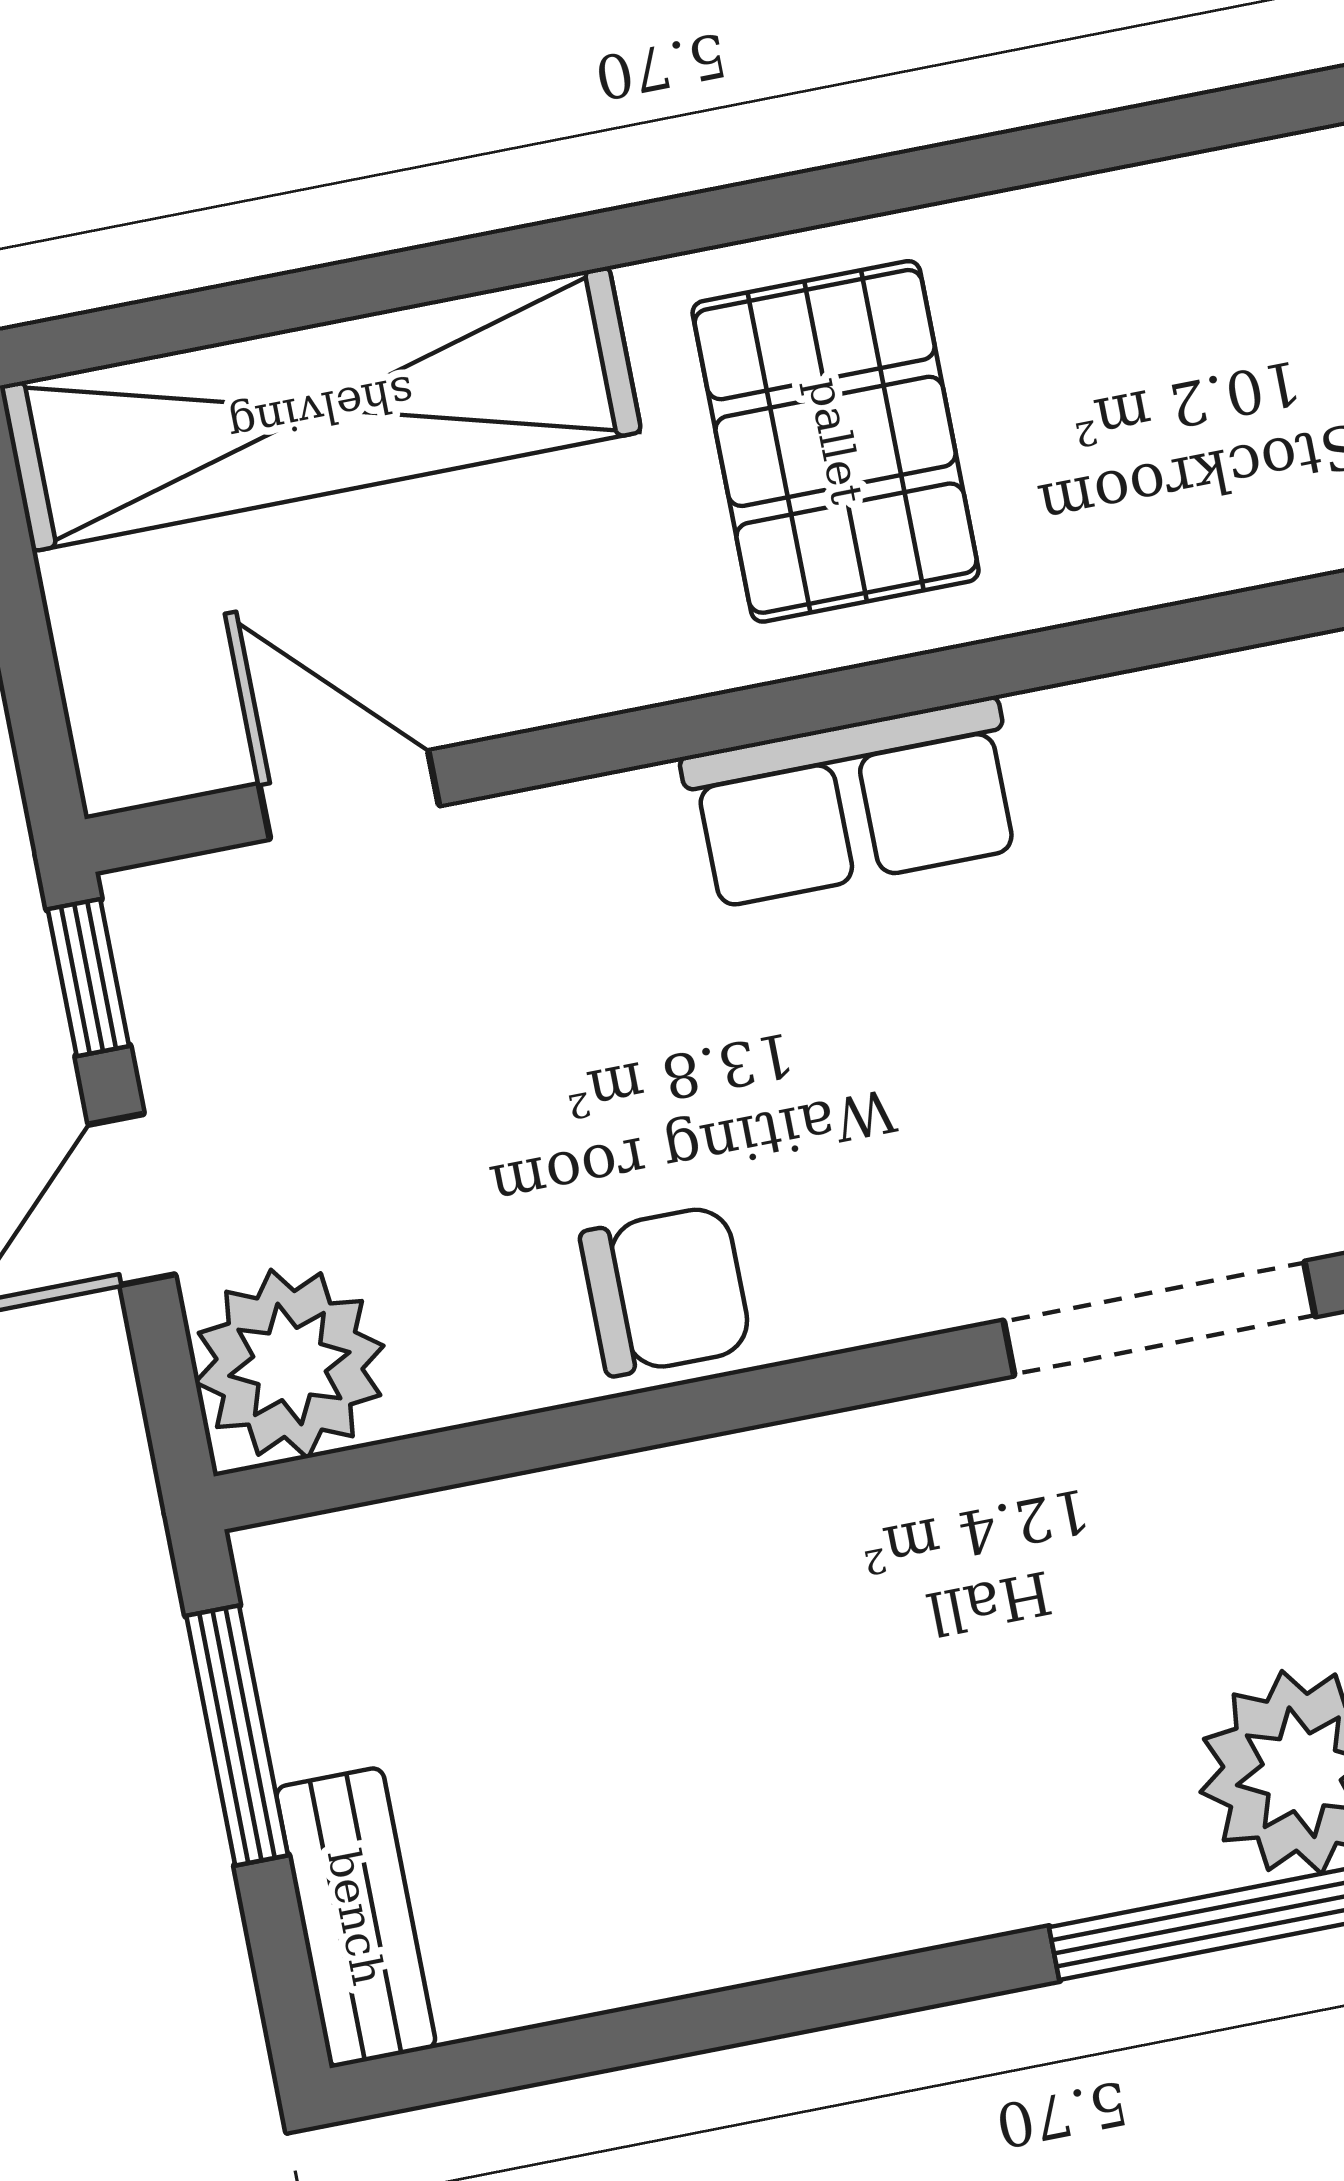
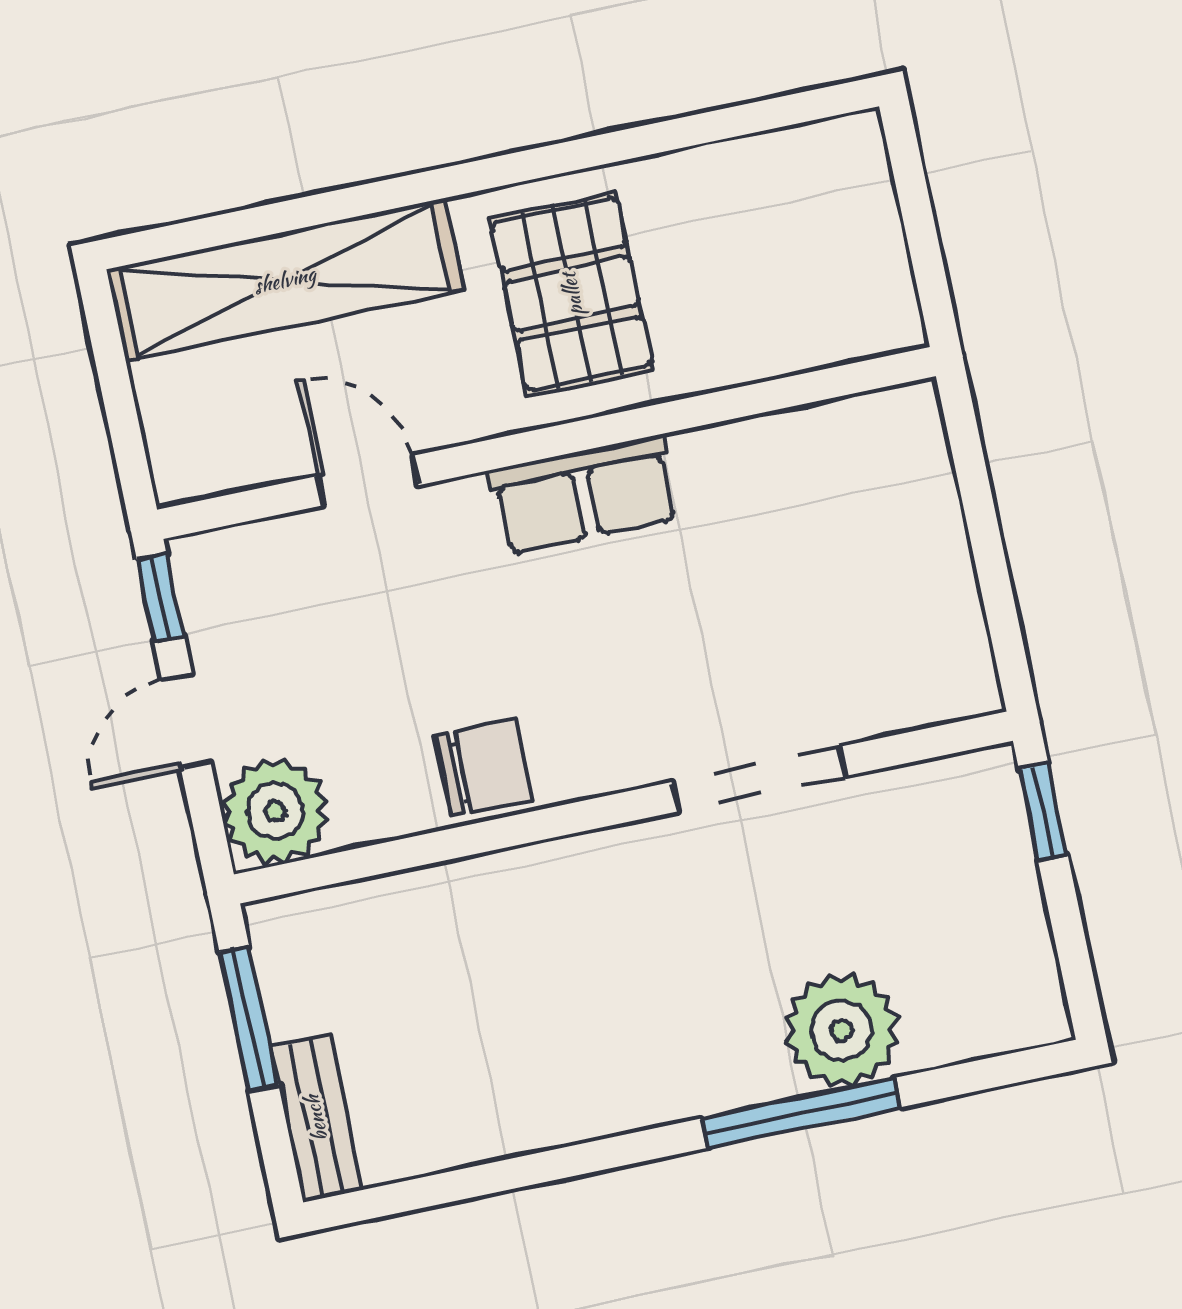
door: (349, 795) -> (368, 481), moved

